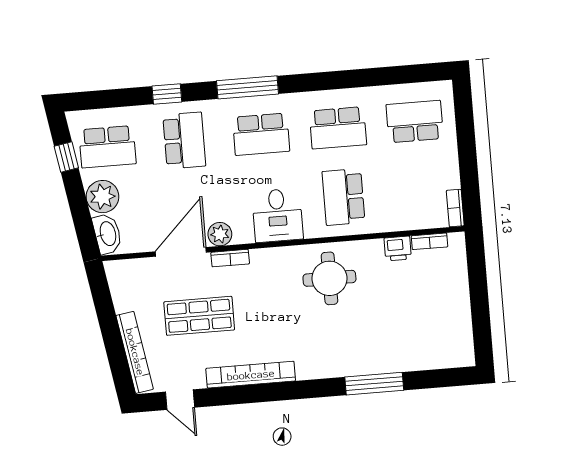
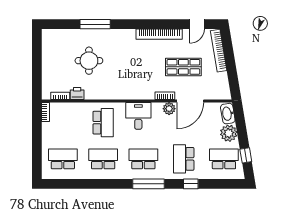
school desk: (415, 122) -> (63, 159), turned 180
round table: (329, 278) -> (89, 61), moved
door: (180, 400) -> (197, 24), swing flipped

